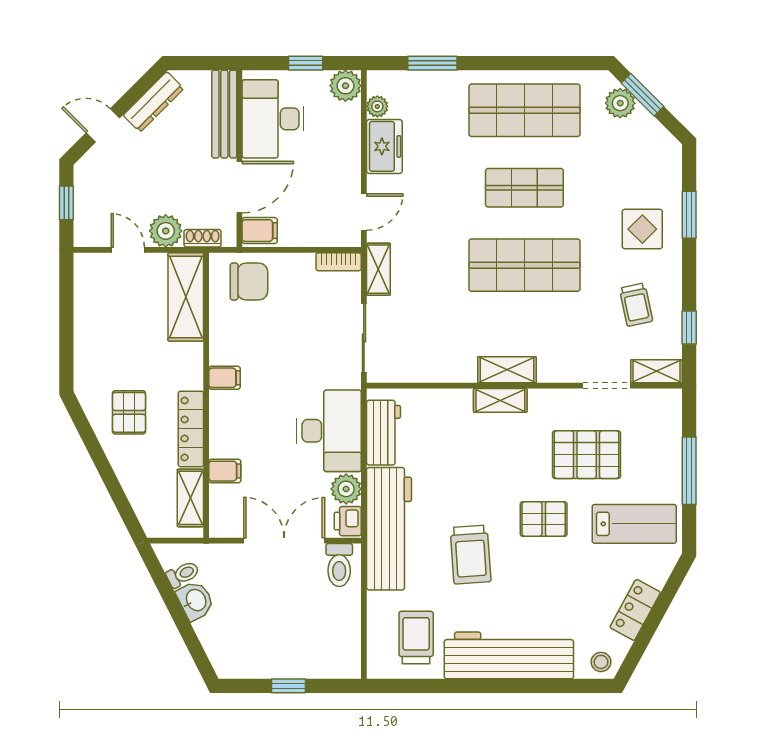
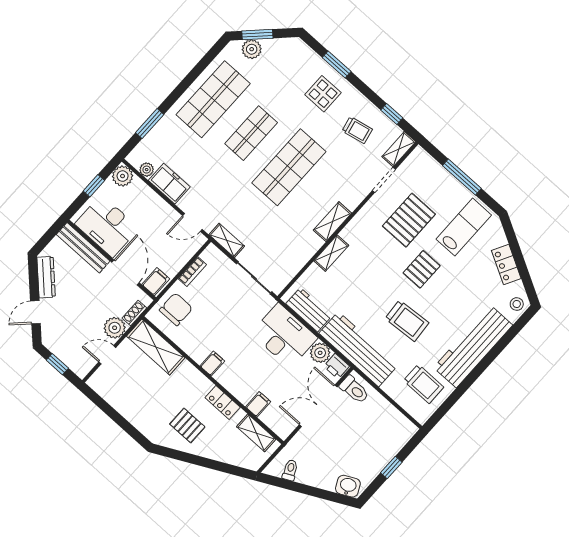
door: (364, 212) -> (192, 222), swing flipped
bookcase: (339, 262) -> (192, 272), moved
shelving: (500, 400) -> (331, 253), moved
locker: (191, 429) -> (223, 402), width x0.66
washbasin: (195, 600) -> (348, 486), moved
trolley: (416, 638) -> (424, 384), turned 180

